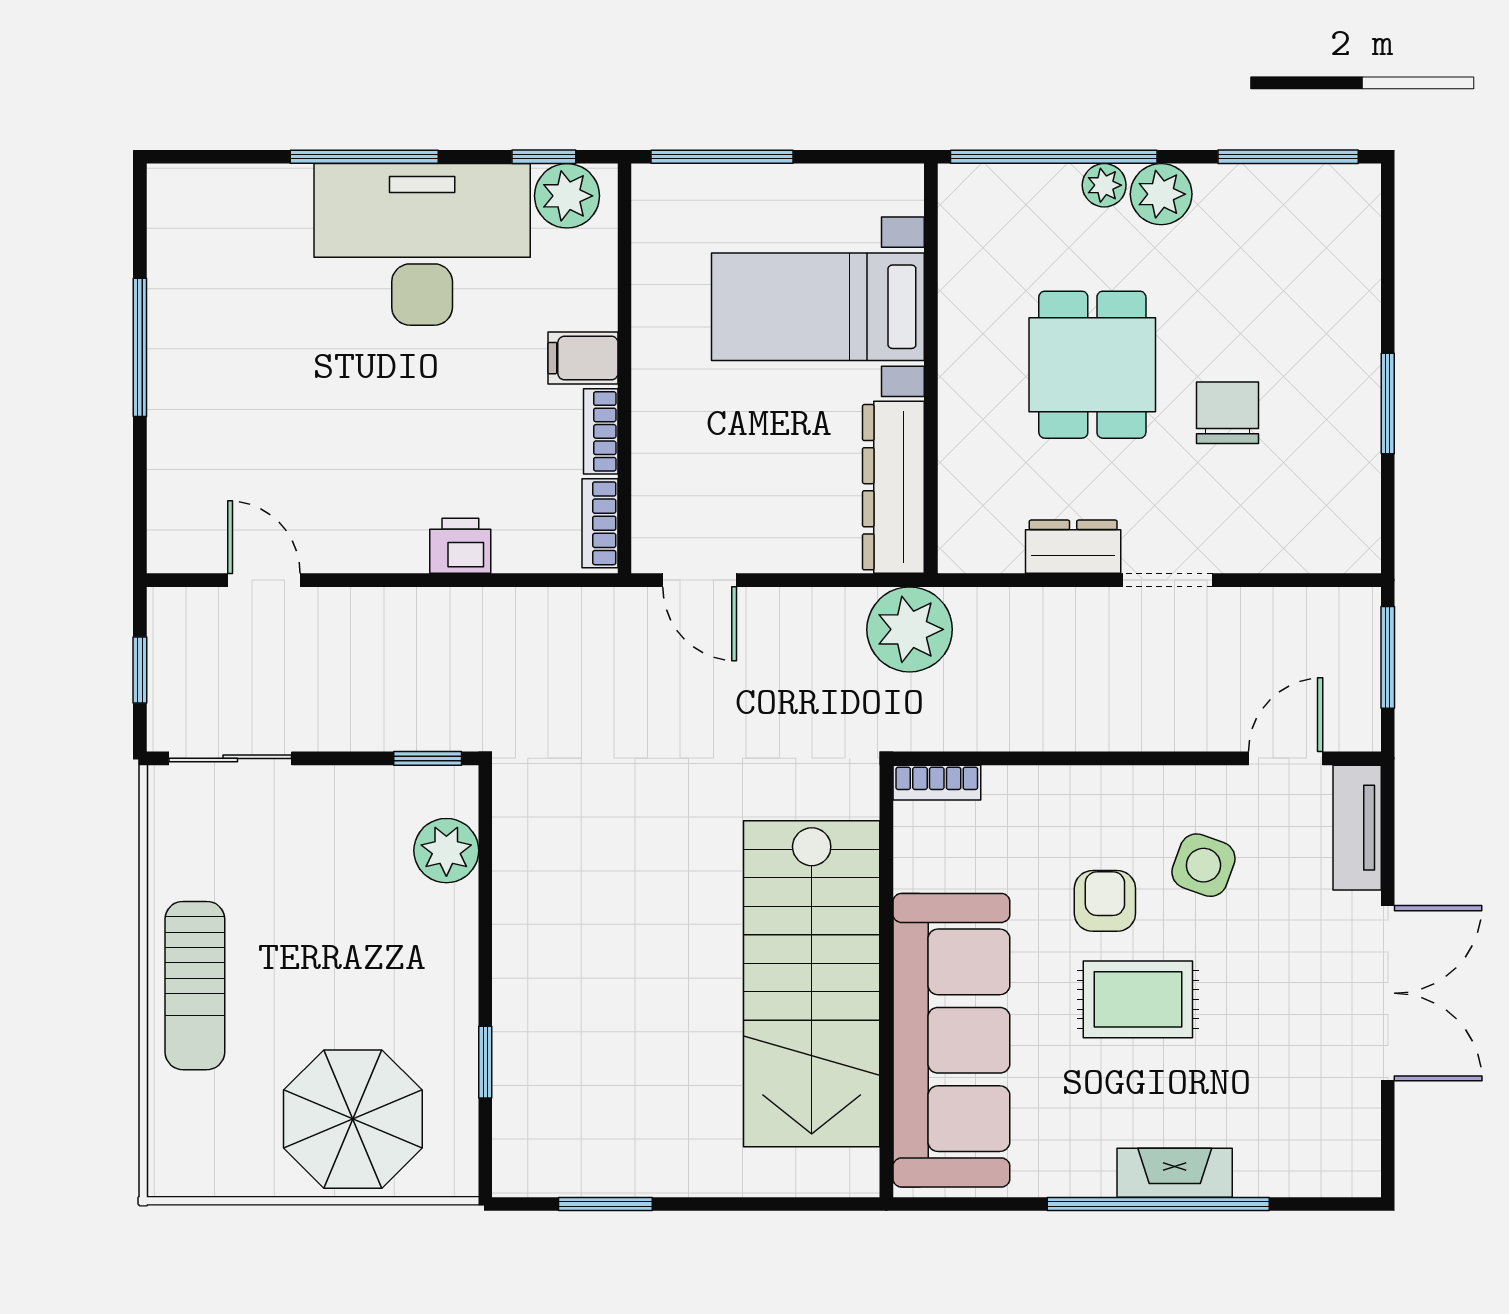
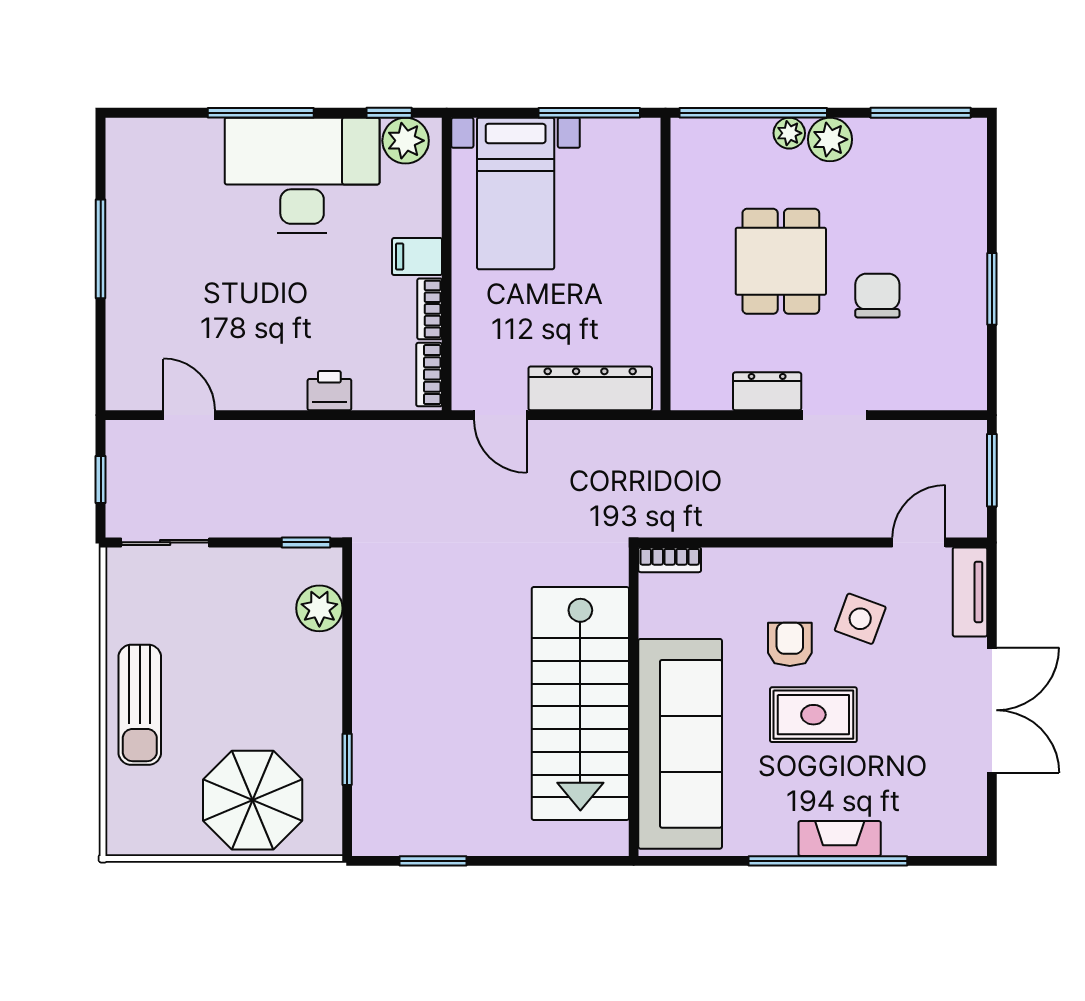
window: (722, 157) -> (589, 113), moved
bed with nightstands: (818, 307) -> (516, 193), moved, turned -90
dresser: (893, 487) -> (590, 388), moved, turned 90
plant: (910, 629) -> (650, 450), removed

